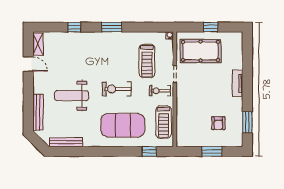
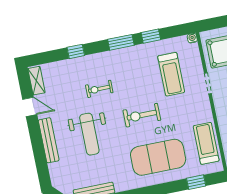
window: (137, 27) -> (151, 36), added
exercise bike: (160, 91) -> (99, 89), moved
weight bench: (72, 96) -> (89, 134), turned -90
bench: (38, 112) -> (49, 140), moved
treadmill: (164, 122) -> (206, 143), turned 180

